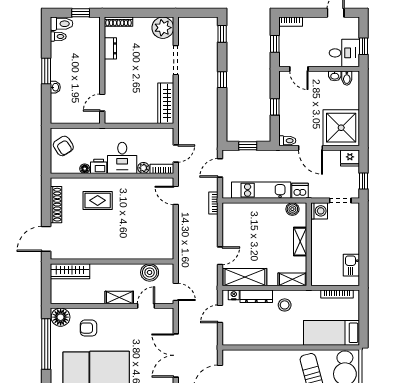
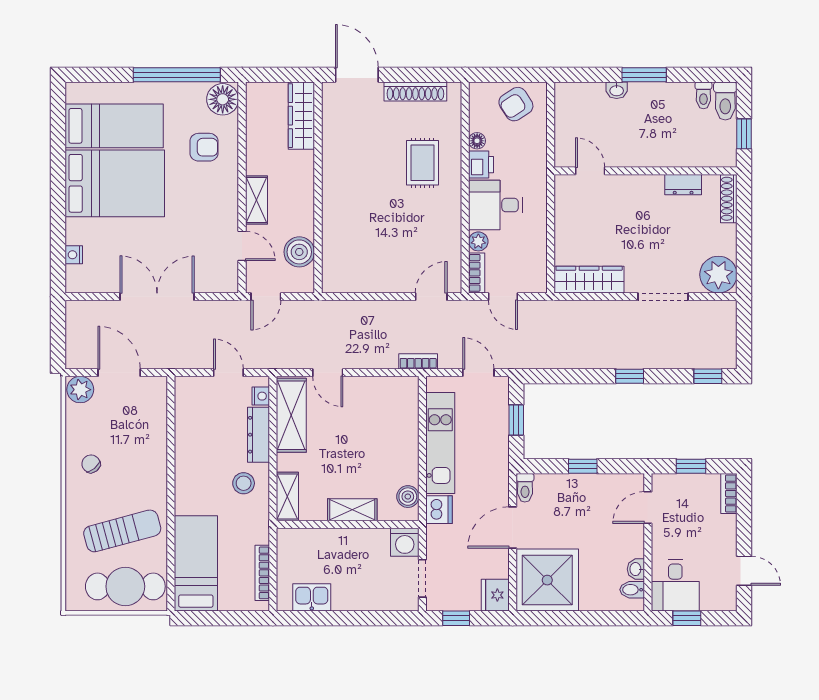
armchair: (88, 328) -> (204, 147), turned 90

